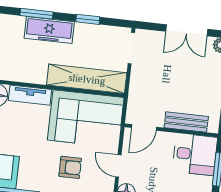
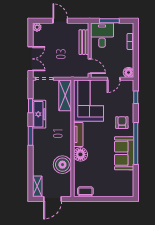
freezer: (49, 30) -> (39, 114), moved
double door: (187, 30) -> (31, 59), moved
shelving: (87, 79) -> (65, 95), width x0.68
armchair: (70, 167) -> (122, 123), moved

